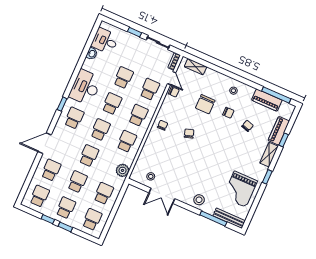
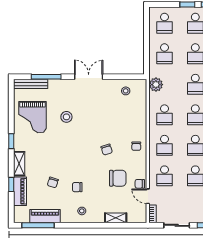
shelving: (196, 67) -> (116, 218), moved
chair: (205, 104) -> (118, 178), moved, turned 90
grand piano: (240, 189) -> (32, 117), turned 180
double door: (162, 196) -> (89, 77), moved
stool: (199, 200) -> (66, 117), moved

